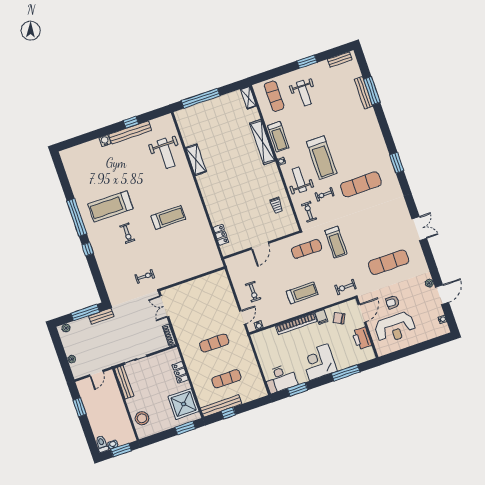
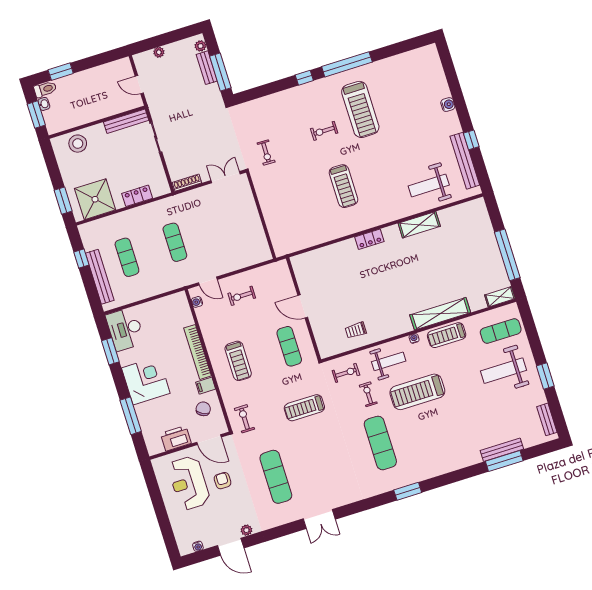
weight bench: (304, 93) -> (503, 371), width x1.36, depth x1.33
window: (201, 98) -> (507, 255), moved
bench: (130, 132) -> (465, 161), moved
treadmill: (110, 206) -> (360, 109), turned 180
locker: (221, 235) -> (369, 239), moved
exercise mat: (307, 249) -> (289, 346), moved
bench: (101, 316) -> (207, 68), moved
bench: (221, 406) -> (100, 277), moved
window: (80, 407) -> (61, 72), moved

